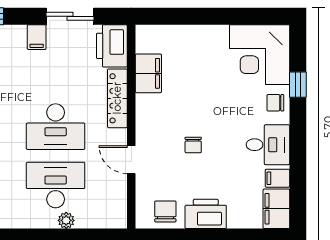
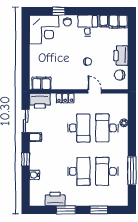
filing cabinet: (148, 73) -> (41, 83), moved
locker: (117, 98) -> (65, 98), width x0.66
door: (131, 160) -> (95, 91), swing flipped

